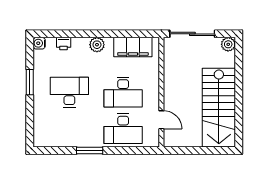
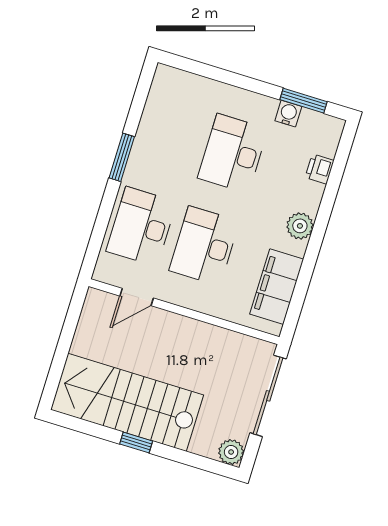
water cooler: (39, 43) -> (288, 114), moved
window: (30, 82) -> (303, 101), moved
desk: (69, 92) -> (233, 153), turned 180
window: (239, 96) -> (136, 443), added

